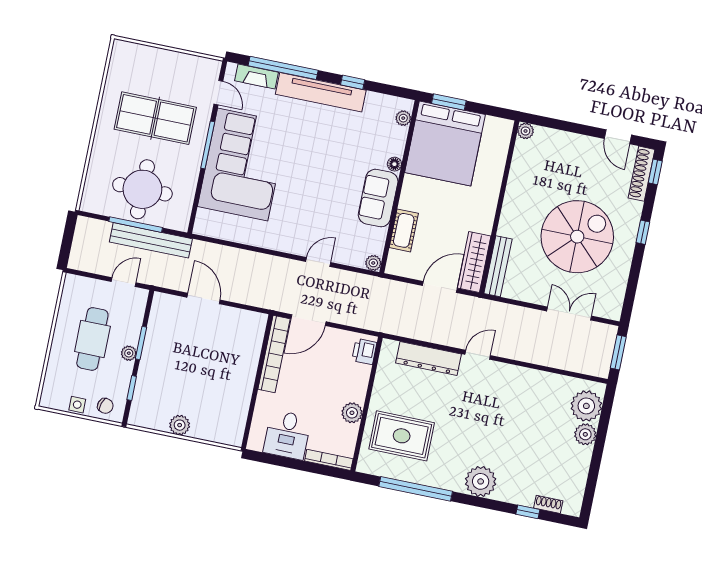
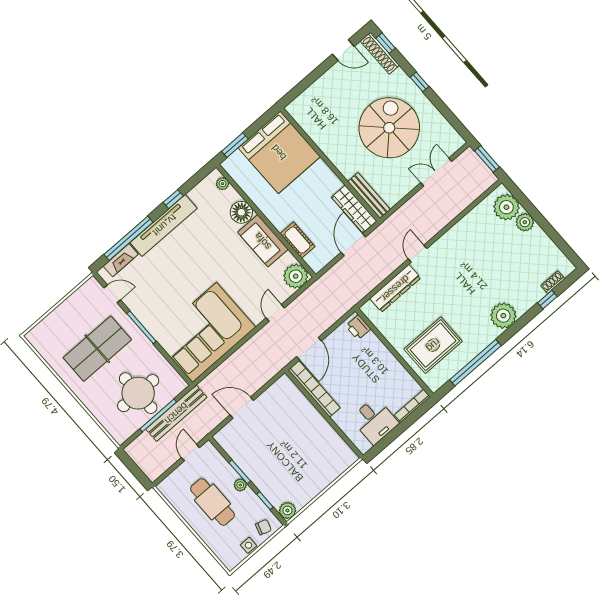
plant: (526, 131) -> (293, 109), removed
bed: (445, 144) -> (279, 152), moved
floor lamp: (394, 164) -> (241, 212), width x1.89, depth x1.89
corner sofa: (243, 165) -> (205, 332), moved, turned -90
plant: (373, 263) -> (296, 276), width x1.88, depth x1.88
plant: (352, 413) -> (393, 367), removed
plant: (180, 425) -> (287, 511), moved

